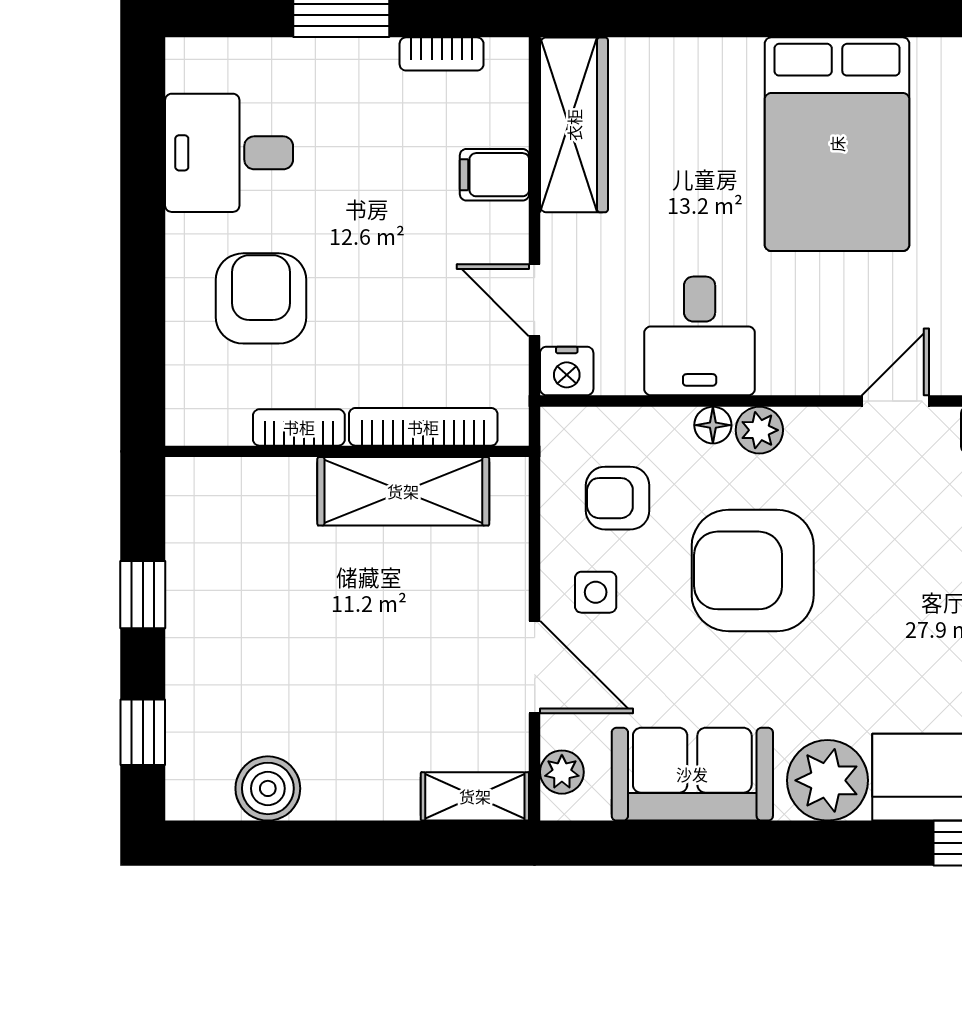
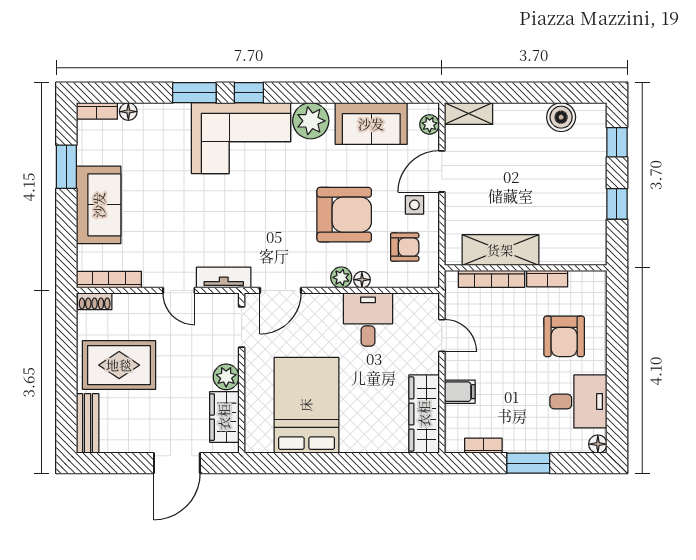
floor lamp: (186, 58) -> (598, 444), added
nightstand: (567, 371) -> (427, 304), removed
door: (895, 401) -> (280, 290), width x1.38
door: (535, 667) -> (442, 171), hinge flipped

